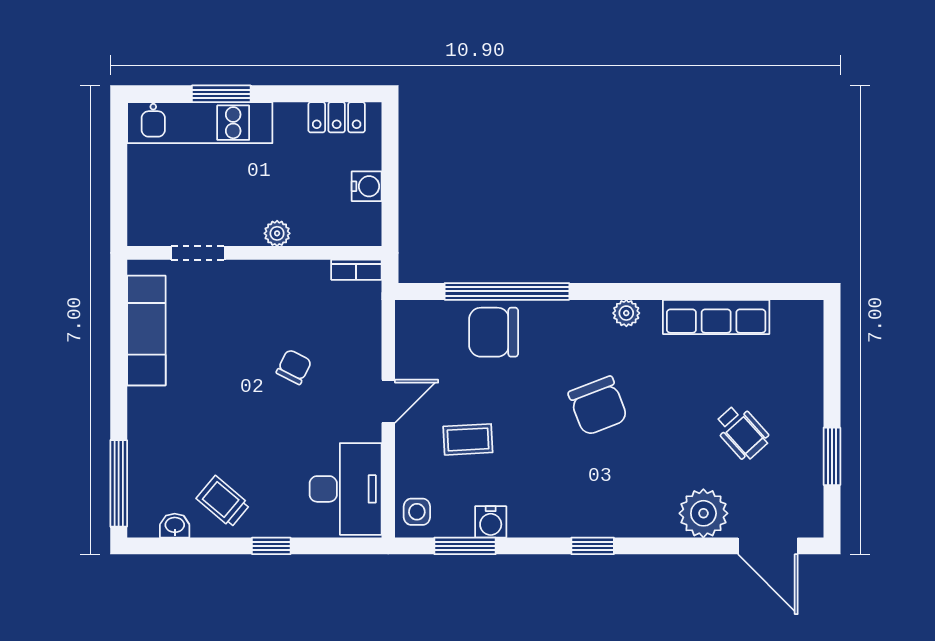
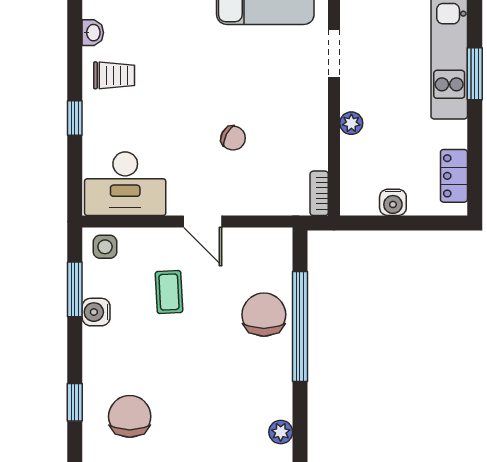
chair: (598, 406) -> (130, 416), moved, turned 111
trolley: (223, 502) -> (114, 75), turned 50

